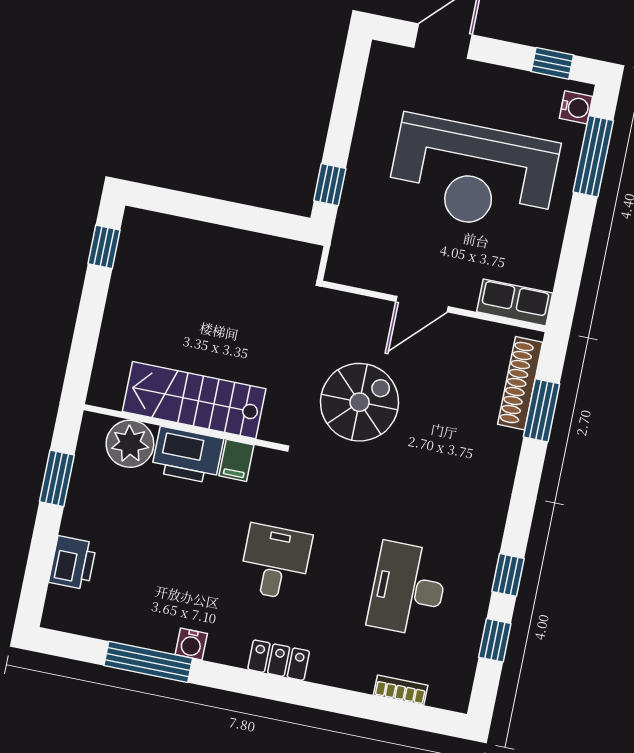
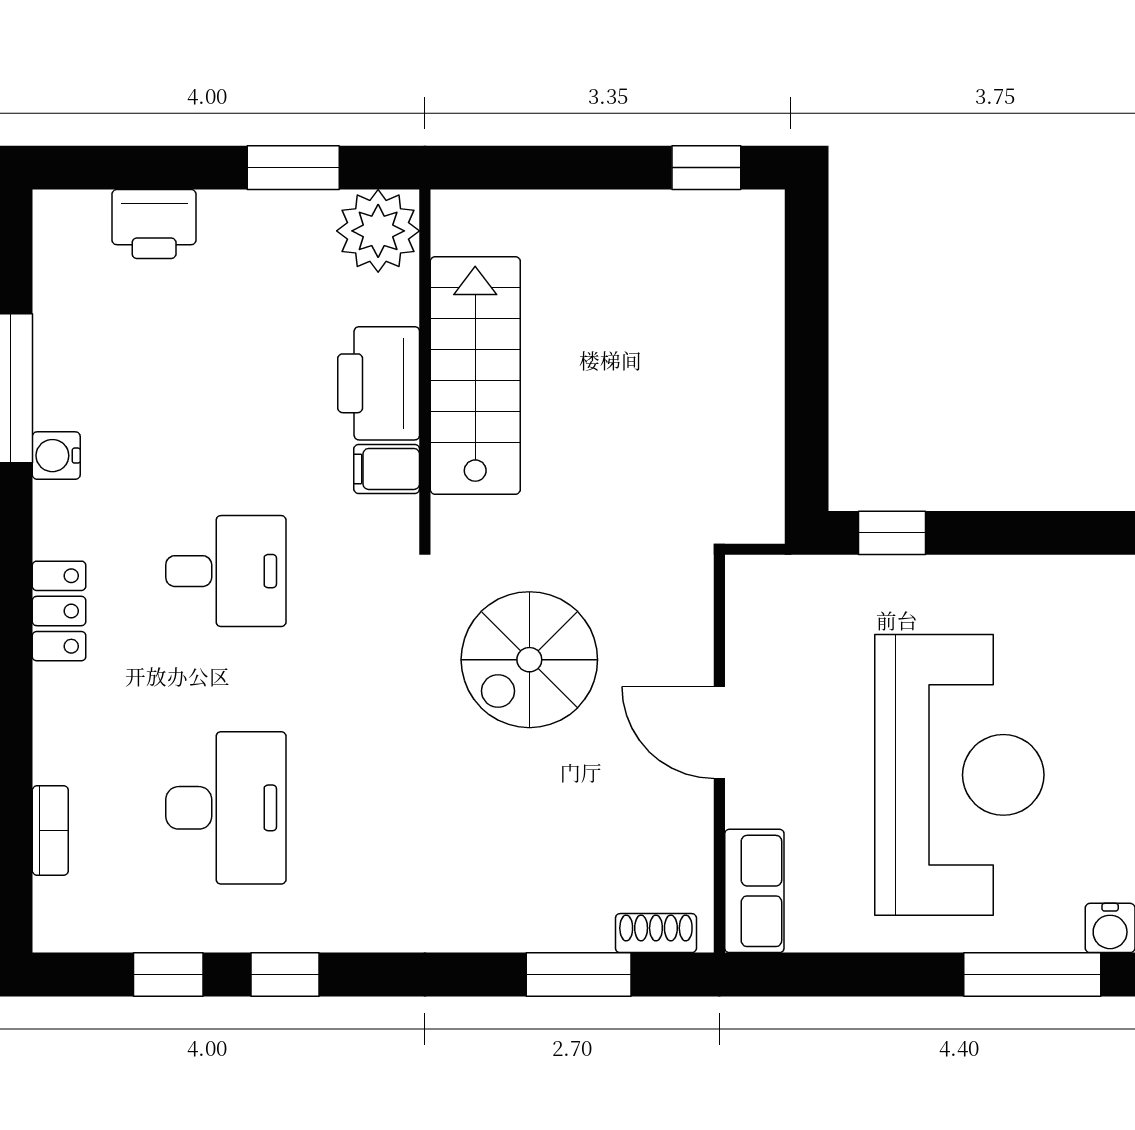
reception desk: (473, 174) -> (959, 775), turned 180
shoe rack: (520, 383) -> (656, 933), width x0.51, depth x0.81
spiral stairs: (359, 402) -> (529, 660), turned 90
plant: (130, 444) -> (378, 231), moved
desk: (408, 589) -> (226, 808), turned 90

